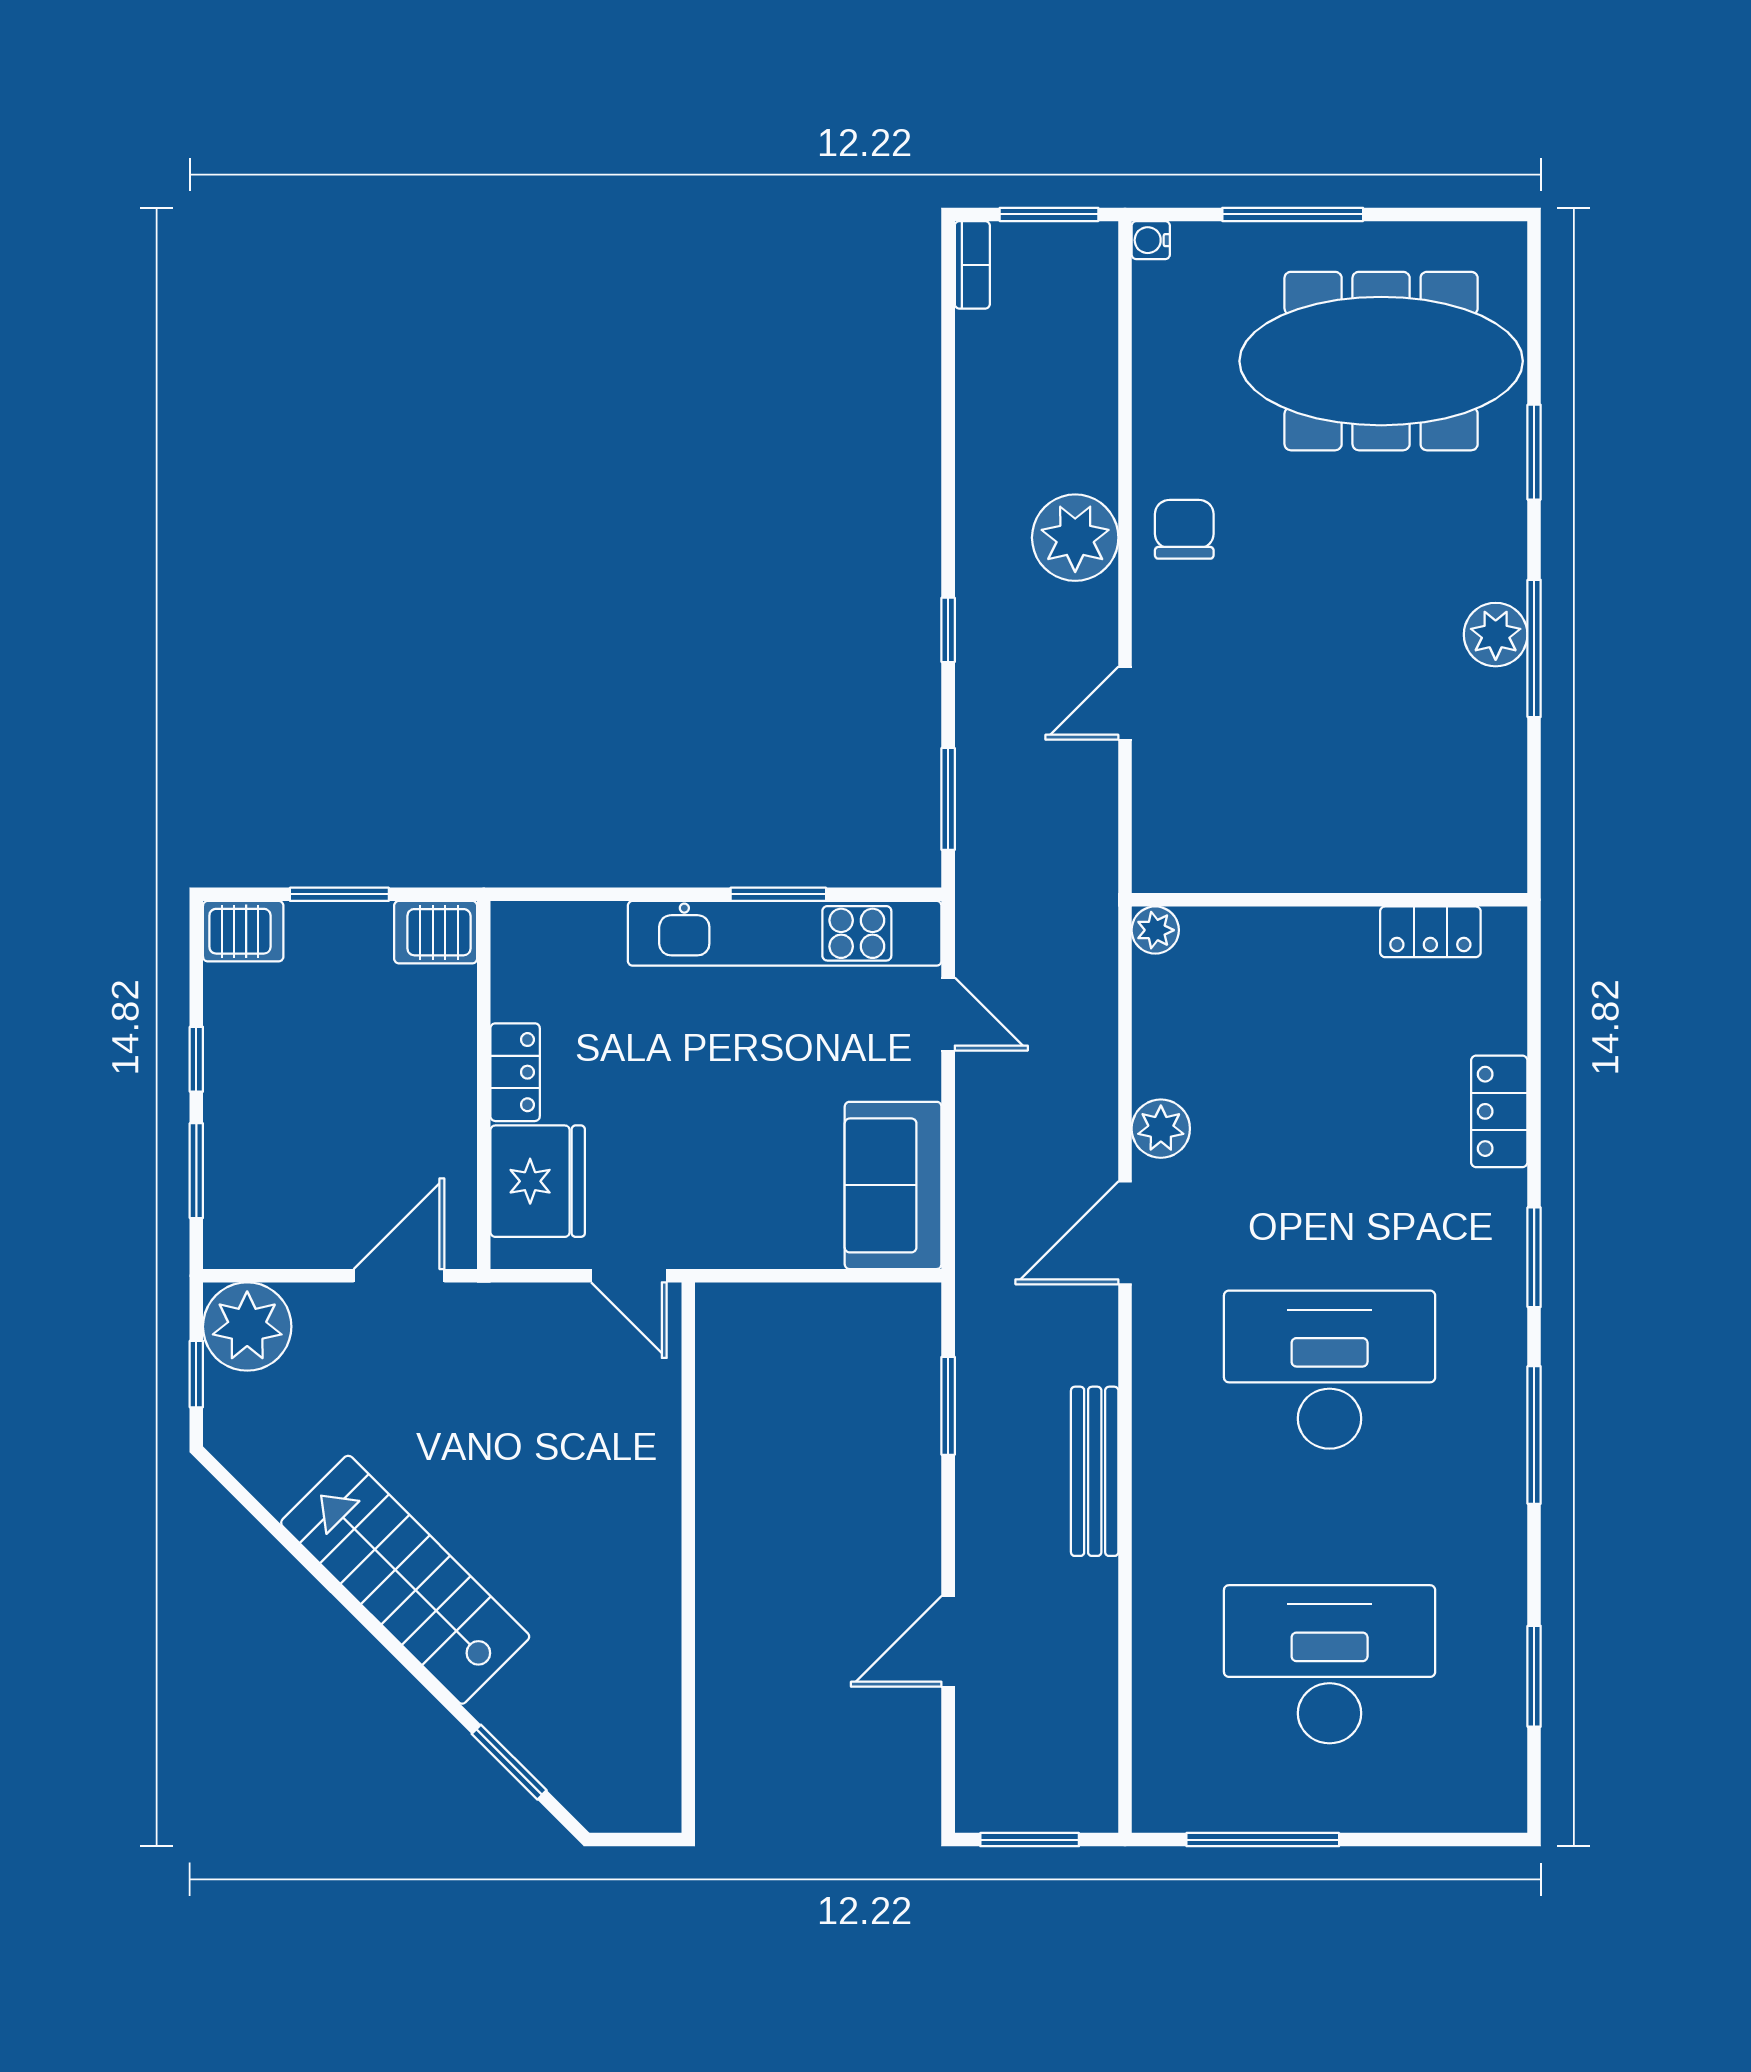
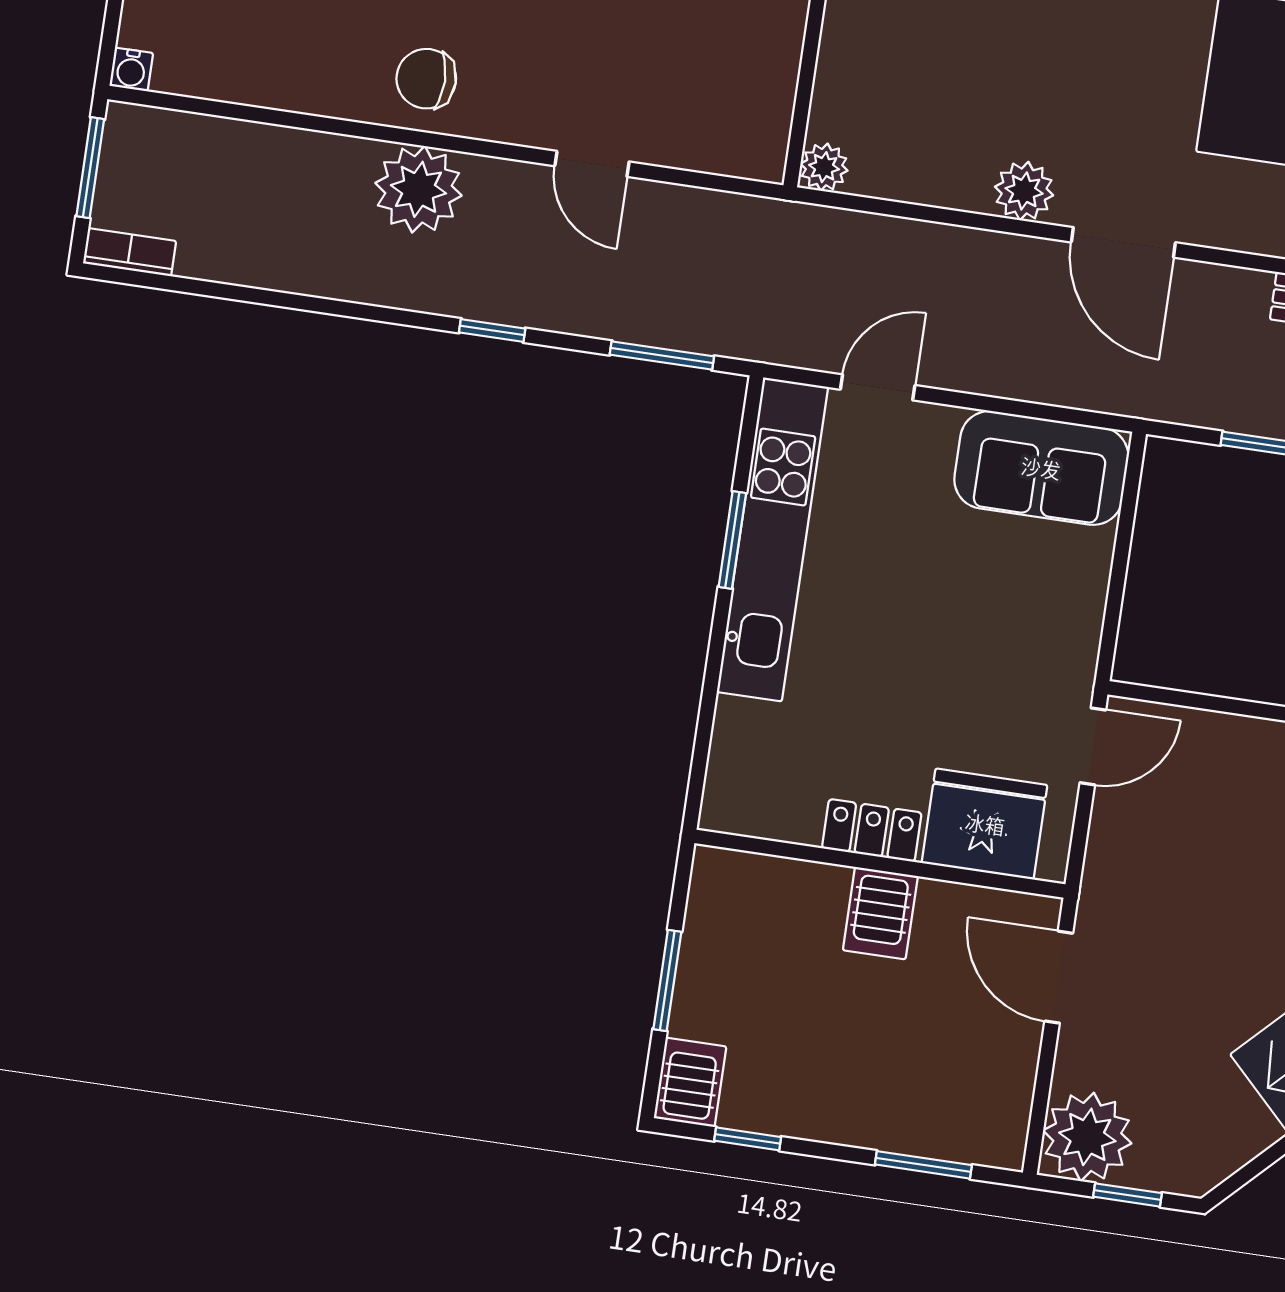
server rack: (436, 932) -> (880, 913), moved
window: (196, 1059) -> (748, 1139), moved

